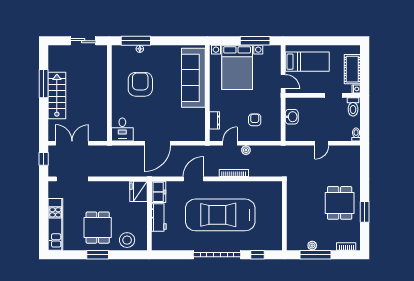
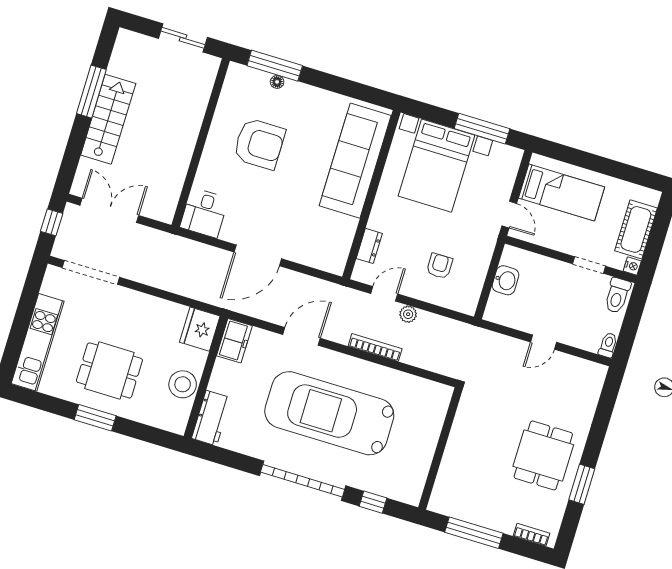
armchair: (140, 84) -> (259, 144), turned 90
workbench: (159, 218) -> (211, 418), moved
dining table: (98, 228) -> (109, 370), turned 90
stool: (127, 240) -> (183, 384), moved
plant: (312, 246) -> (473, 515), removed

